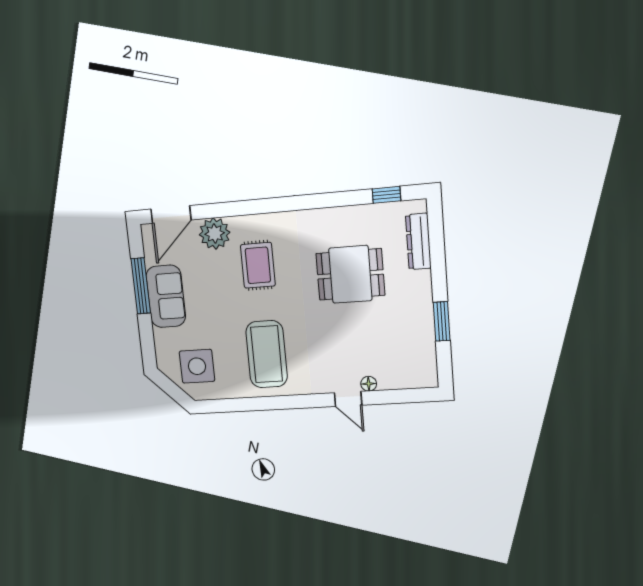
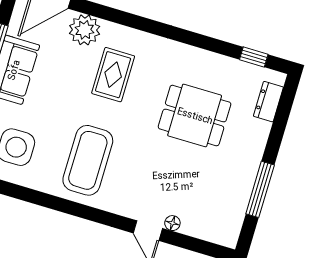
dresser: (418, 242) -> (268, 102), width x0.70
window: (442, 321) -> (260, 189), width x1.44

